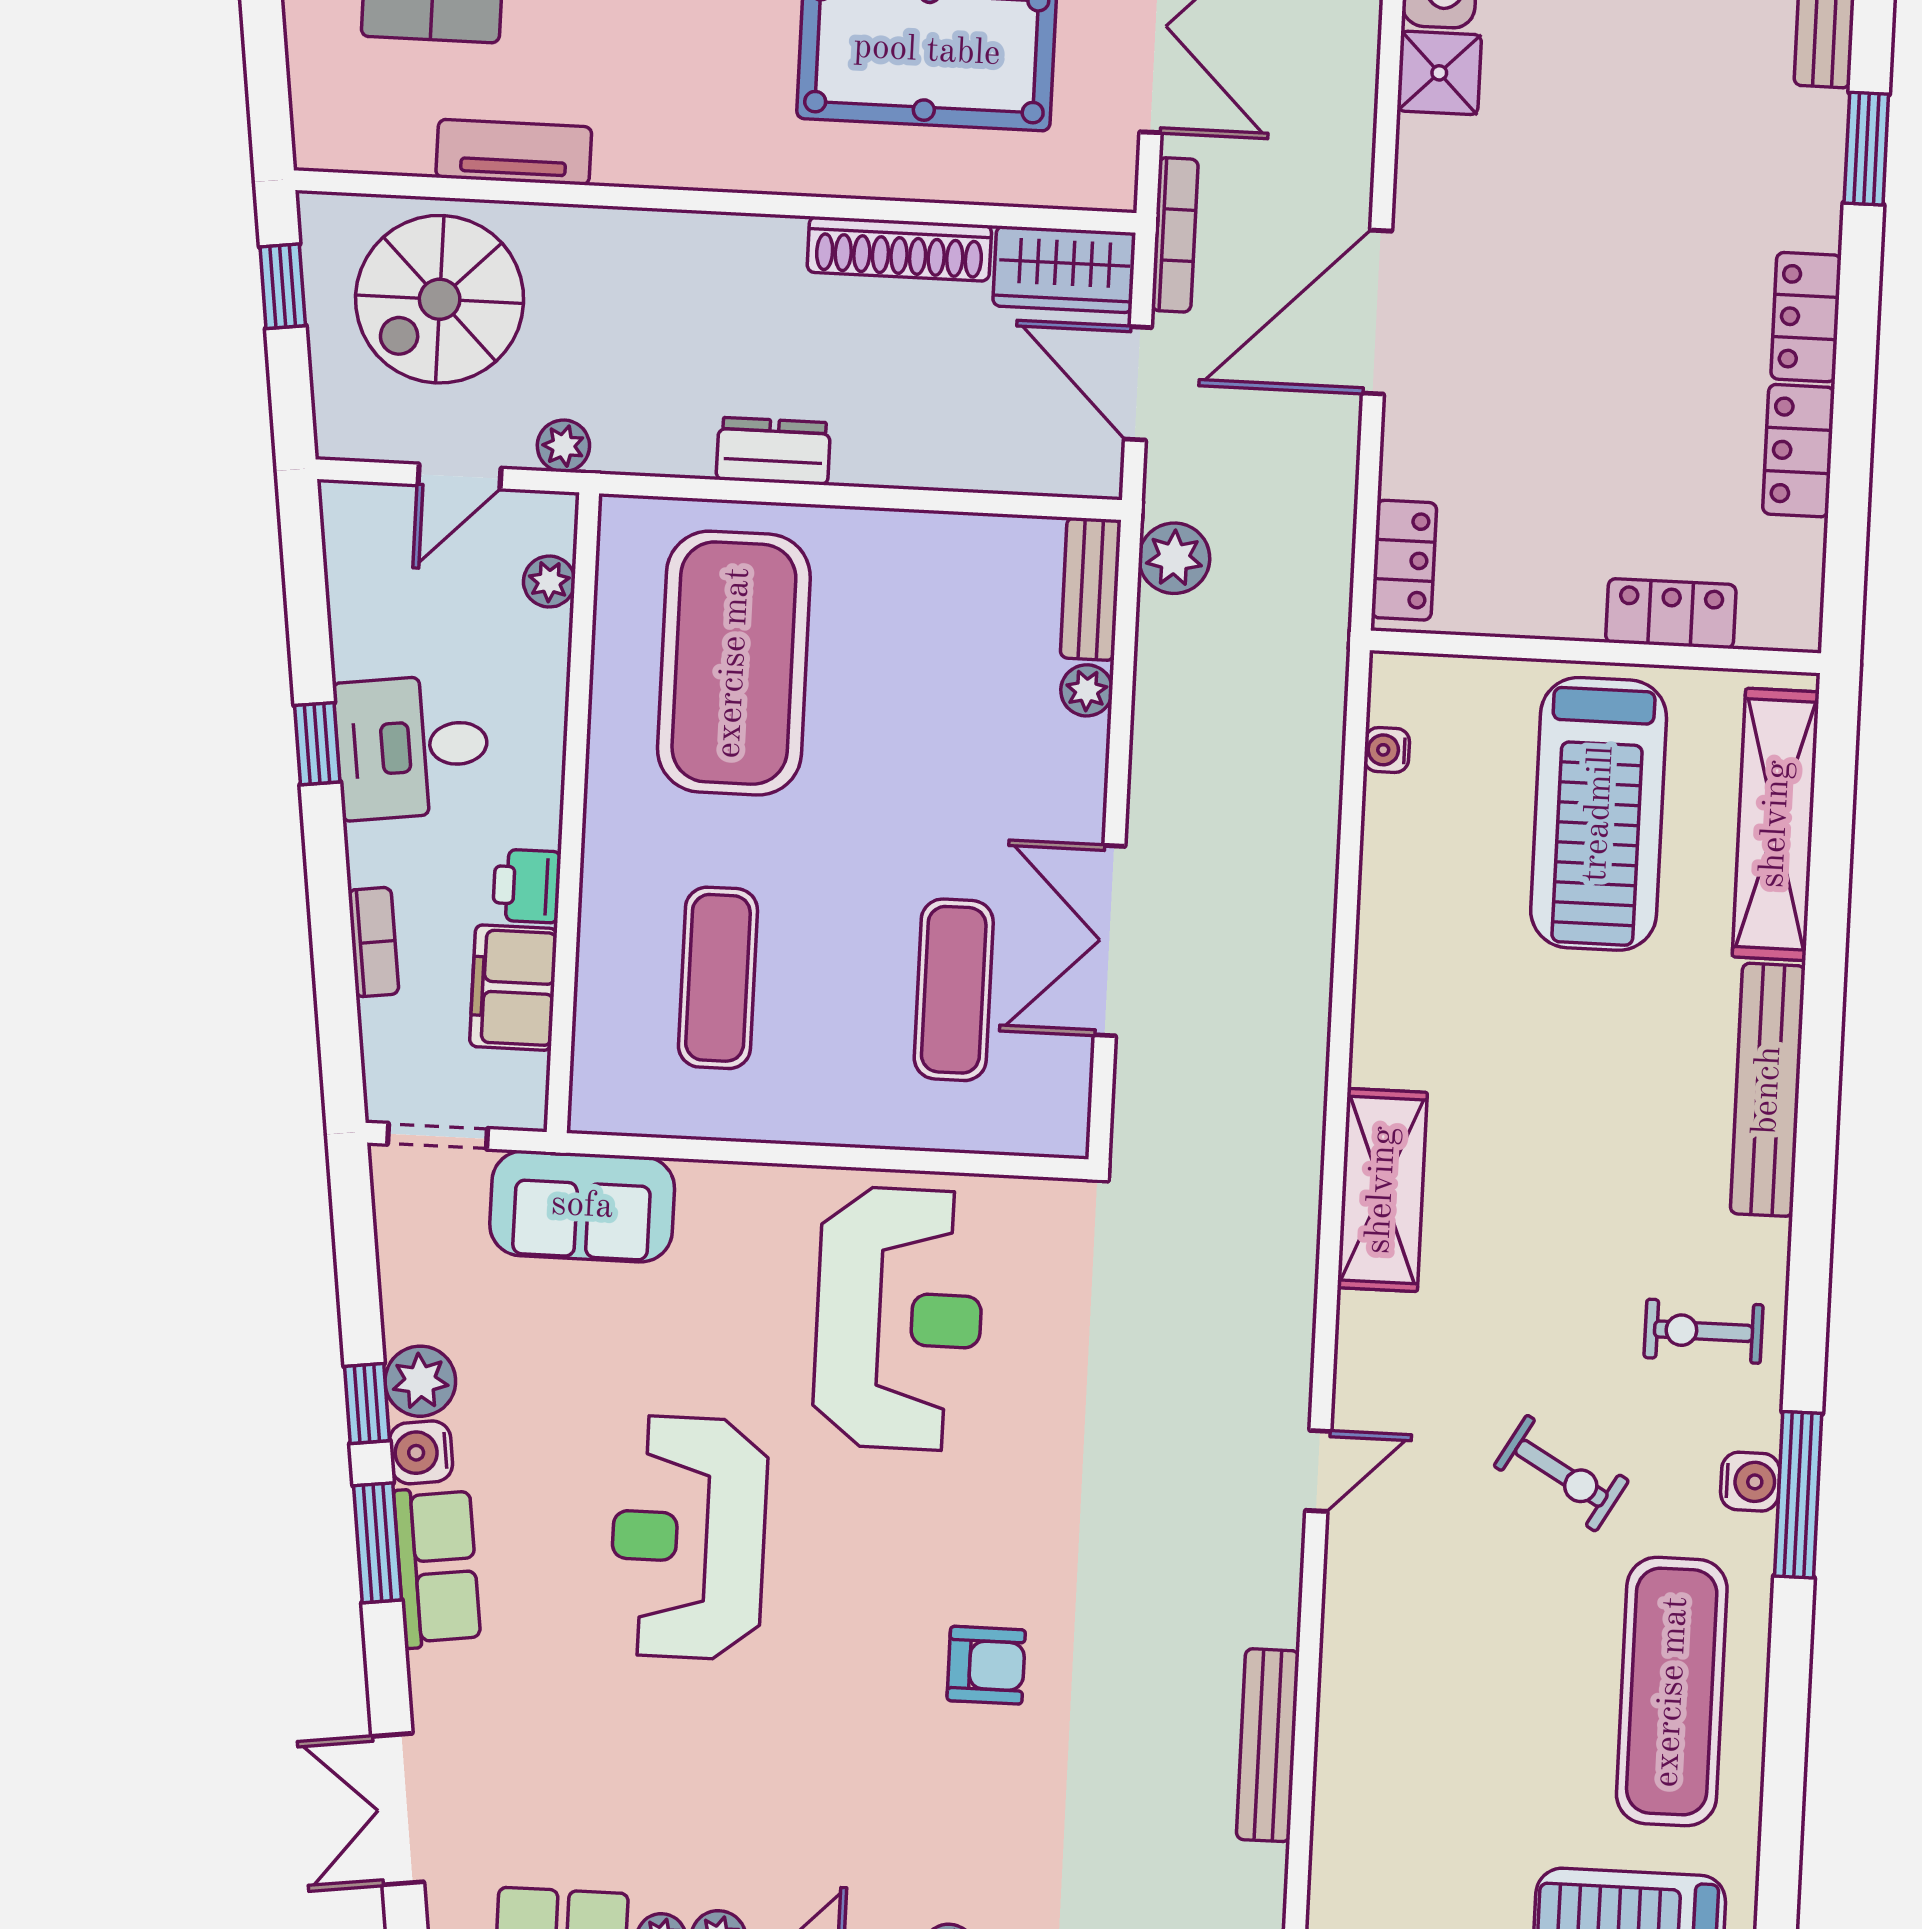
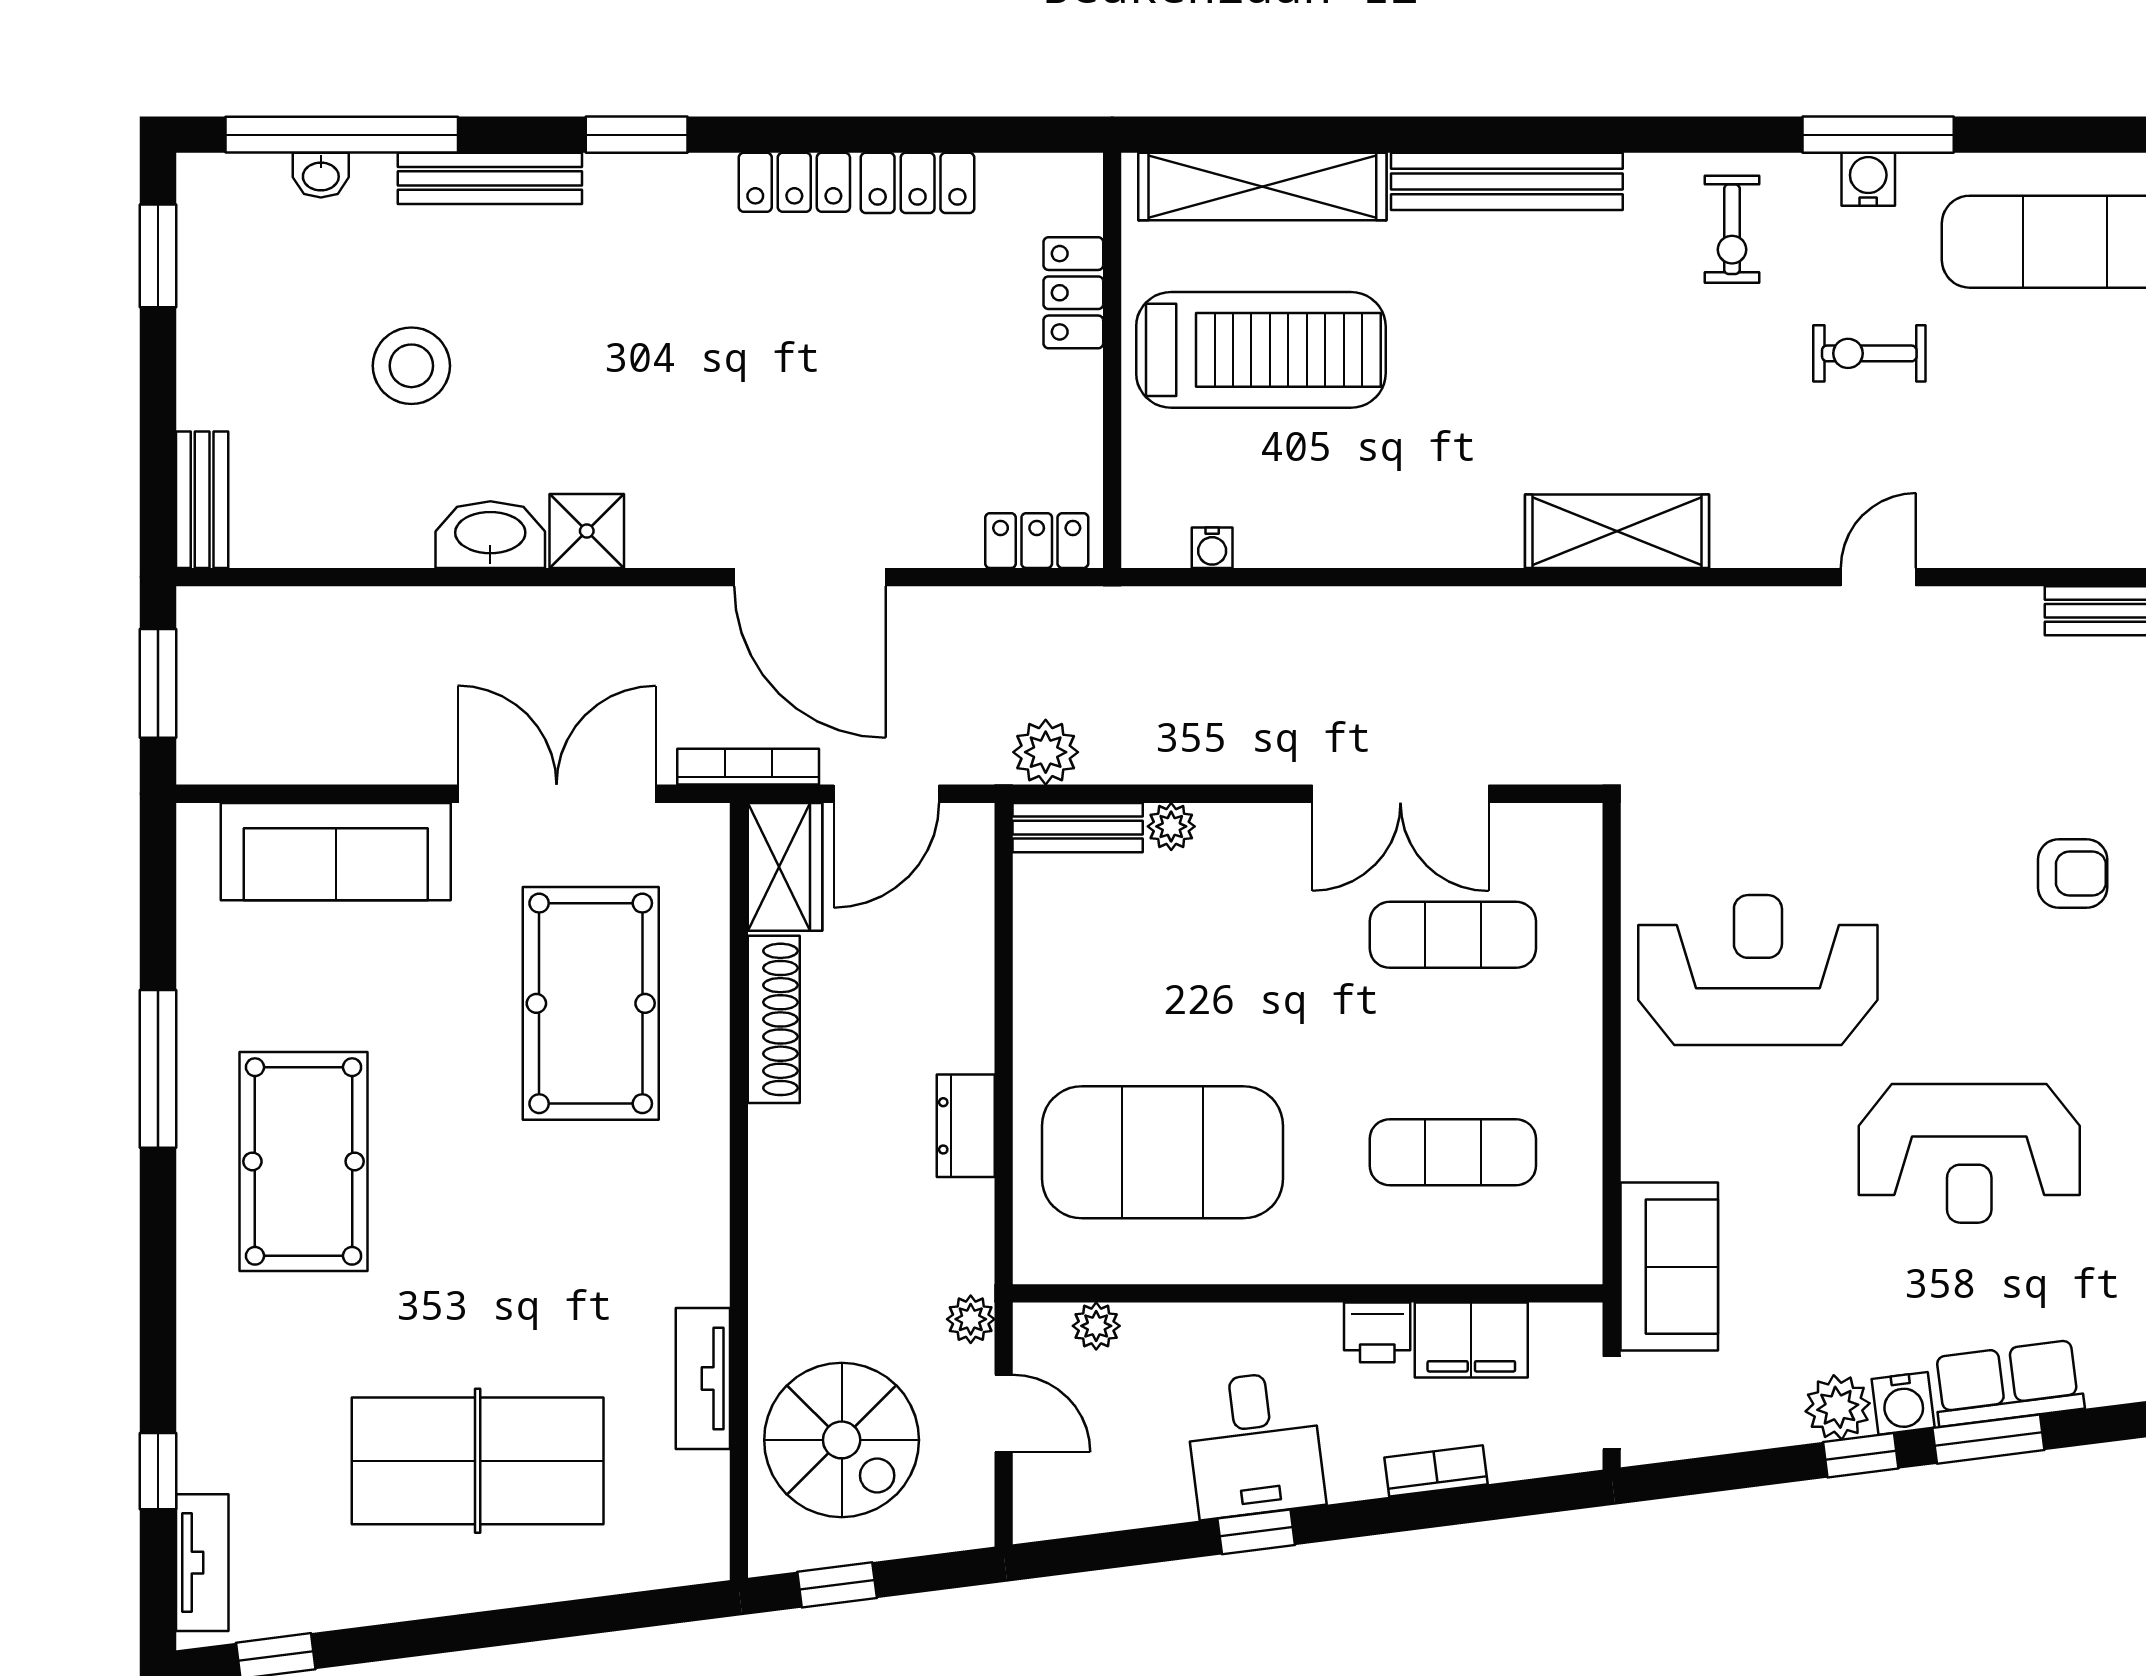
door: (1318, 1471) -> (1878, 577), hinge flipped
exercise bike: (1561, 1473) -> (1869, 353), turned -120
armchair: (986, 1665) -> (2073, 873), turned 90

